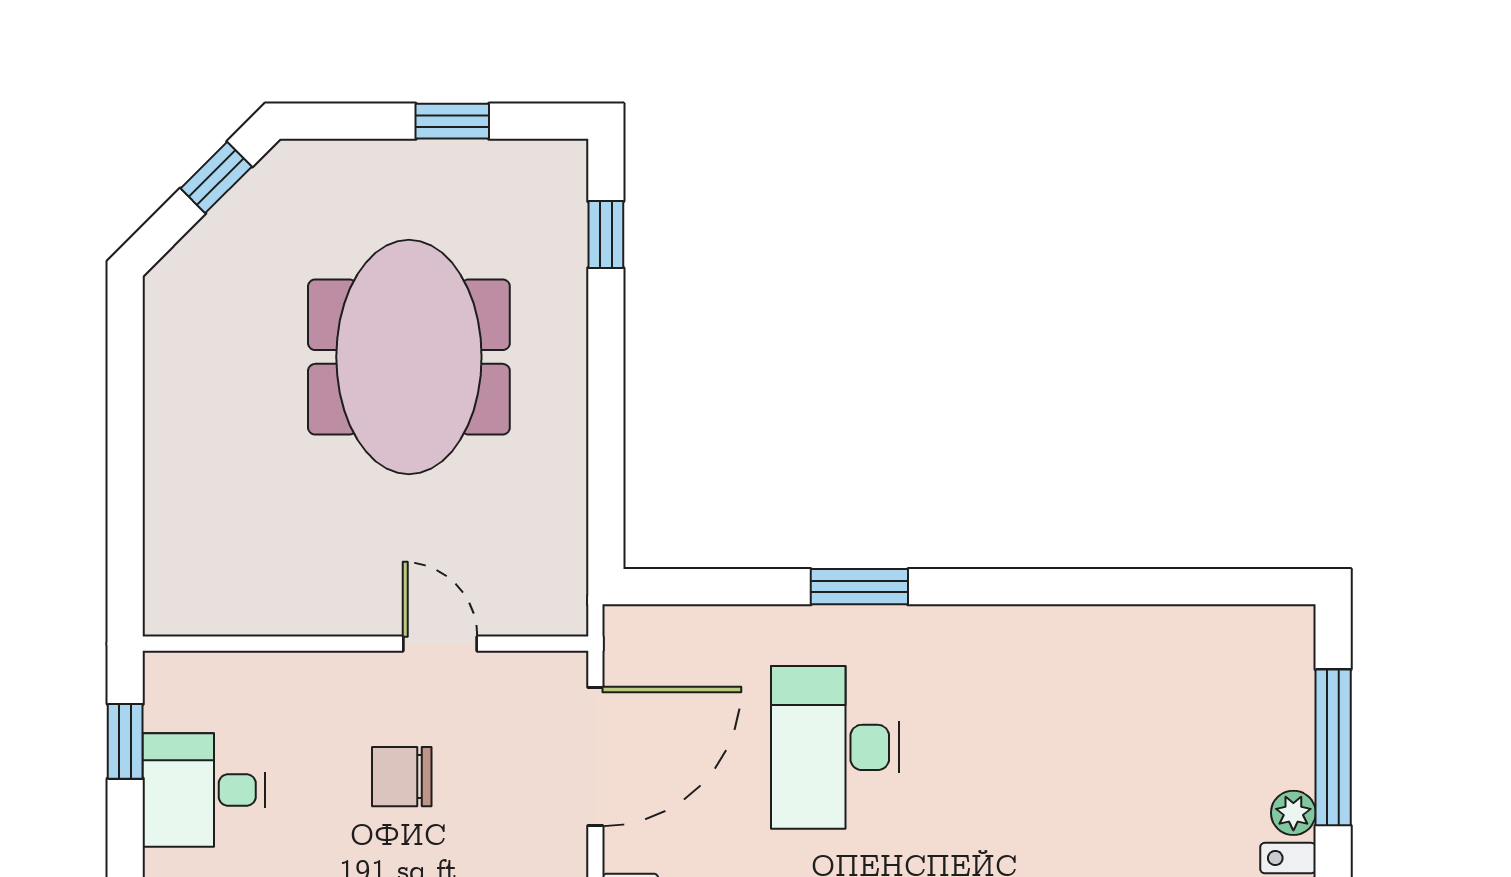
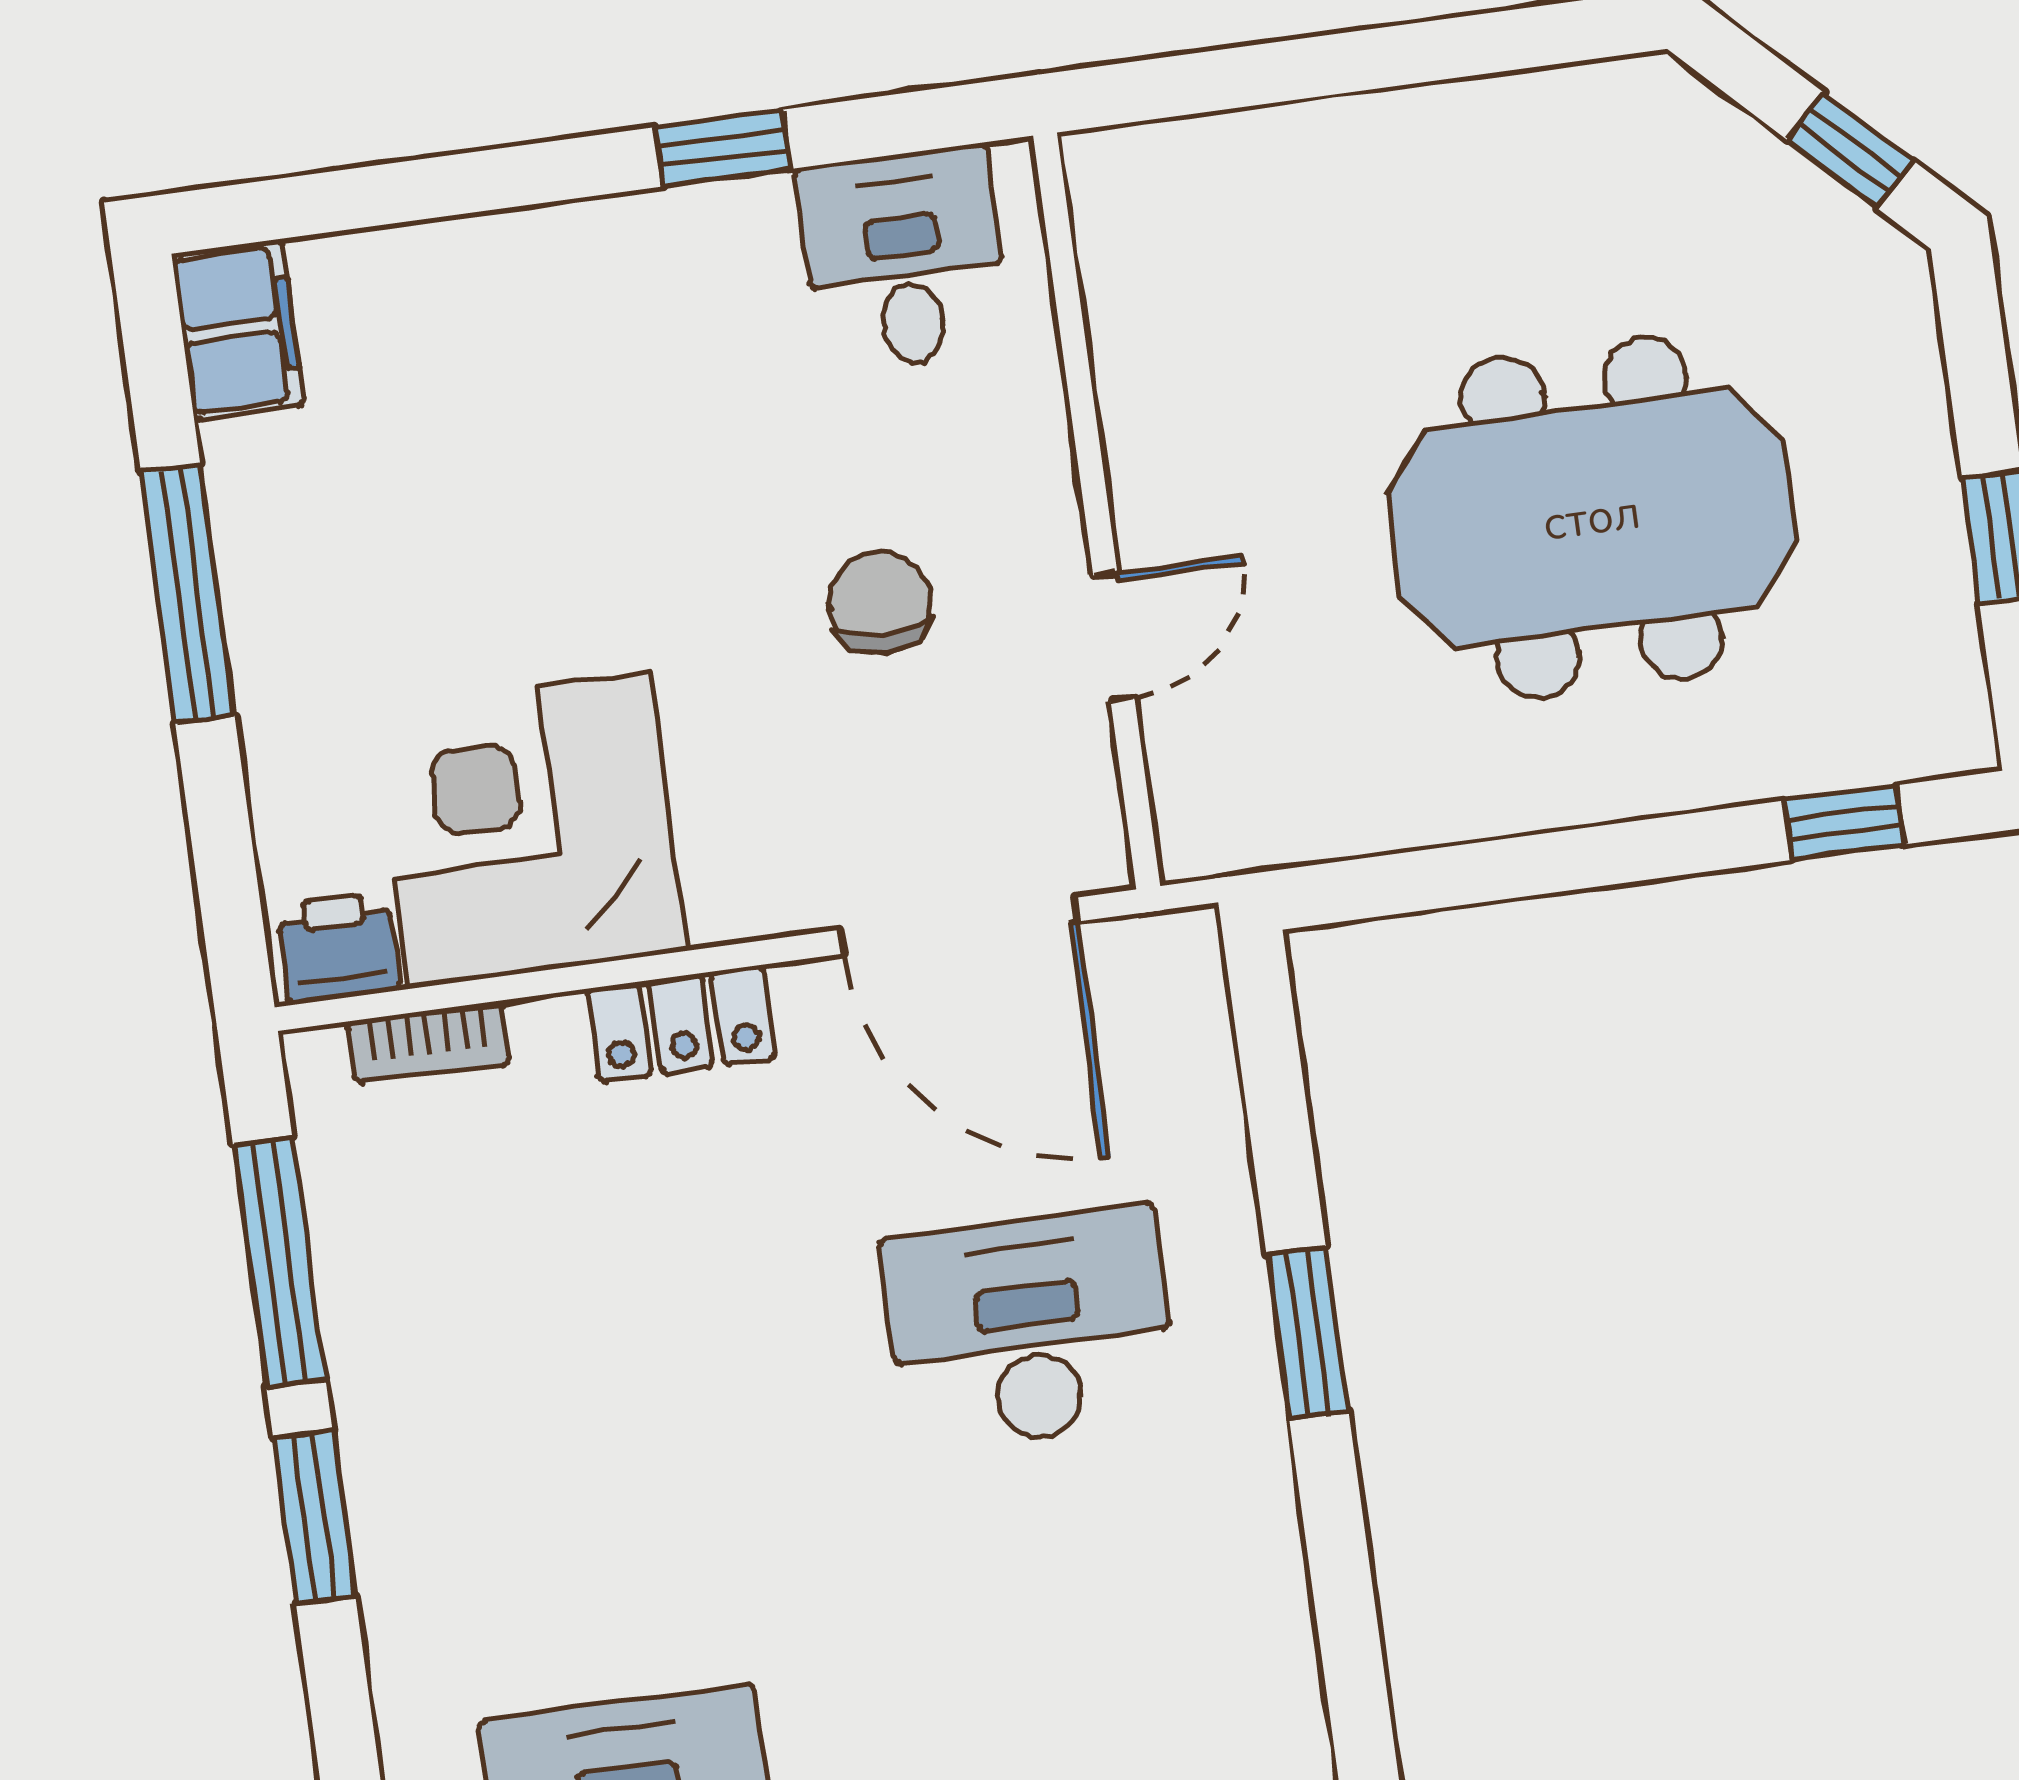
window: (125, 741) -> (722, 148), moved
desk: (204, 790) -> (905, 259), moved

